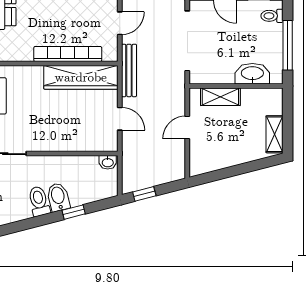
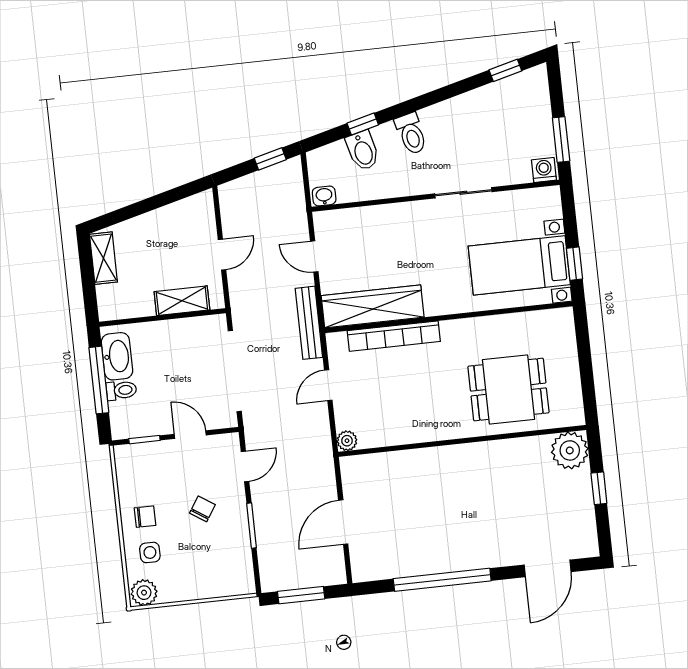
toilet: (272, 16) -> (121, 390), moved
washbasin: (252, 74) -> (117, 356), moved, turned -90
bidet: (58, 197) -> (363, 151), moved

